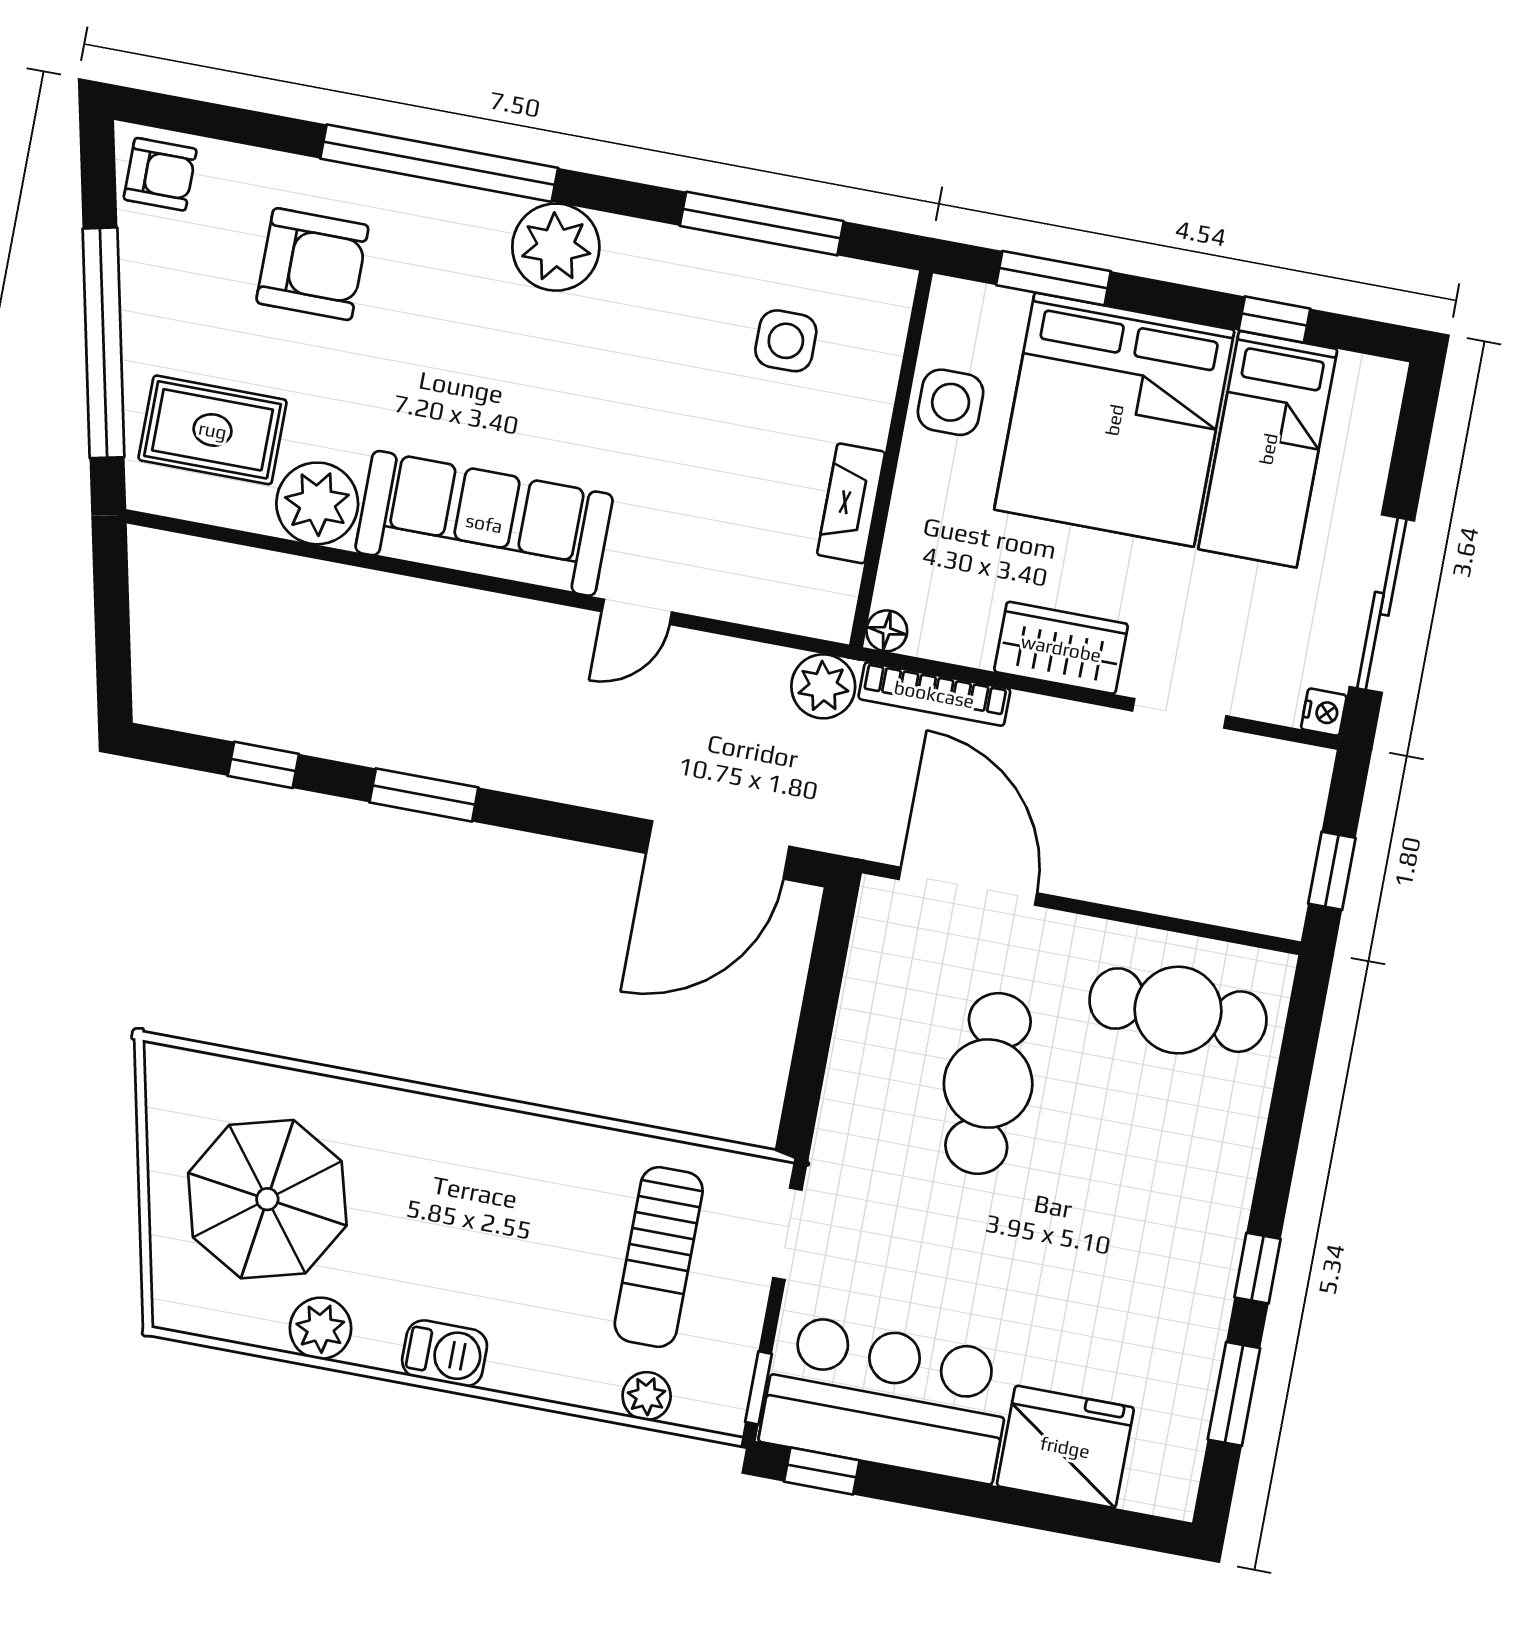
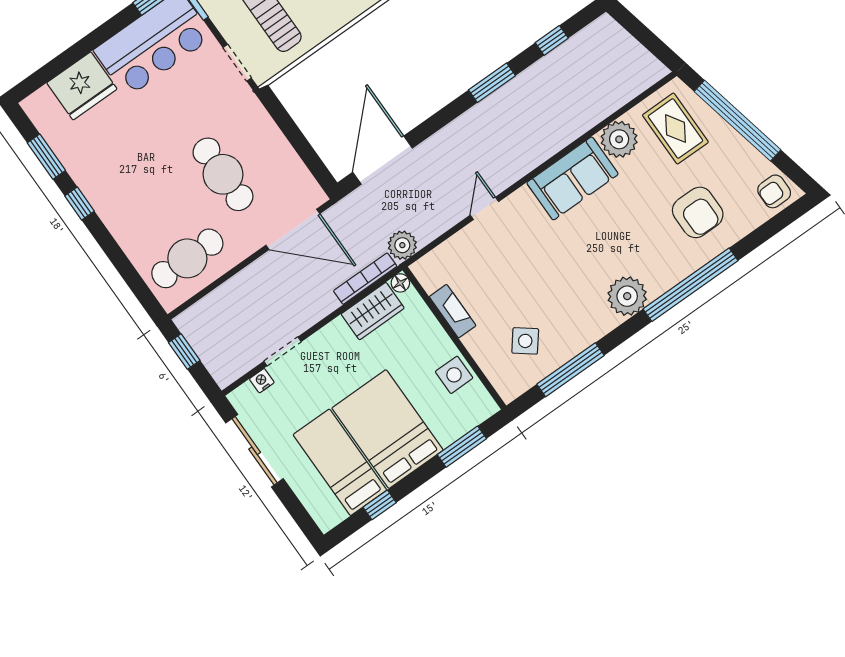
armchair: (312, 264) -> (698, 212), turned -90
side table: (786, 341) -> (525, 341), turned 38
bed: (1114, 420) -> (387, 429), width x0.73
rug: (213, 430) -> (675, 129), turned 90
sofa: (484, 523) -> (572, 178), width x0.73
wardrobe: (1061, 648) -> (373, 311), moved
nightstand: (1324, 712) -> (262, 381), moved, turned 90

